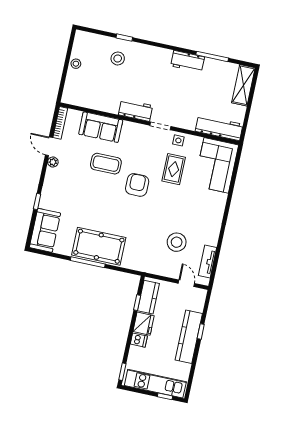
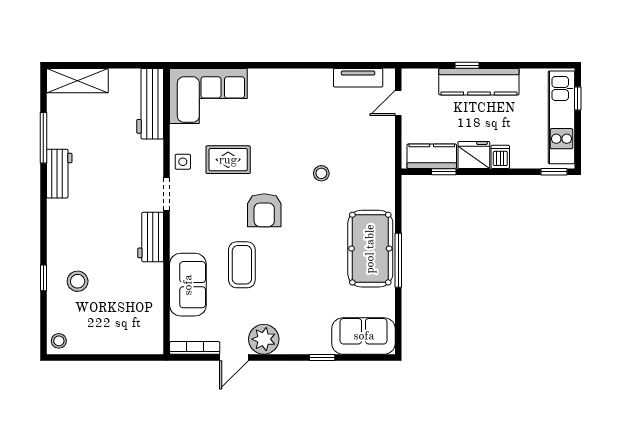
stool: (76, 64) -> (59, 341), moved
plant: (53, 162) -> (264, 339), width x1.88, depth x1.88
armchair: (137, 185) -> (264, 210), turned -90
stool: (177, 242) -> (321, 173), moved, width x0.53, depth x0.53

